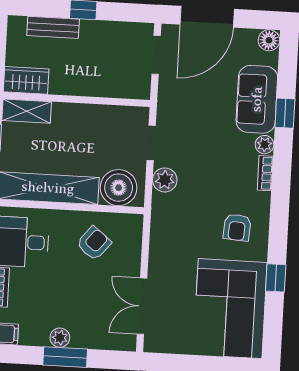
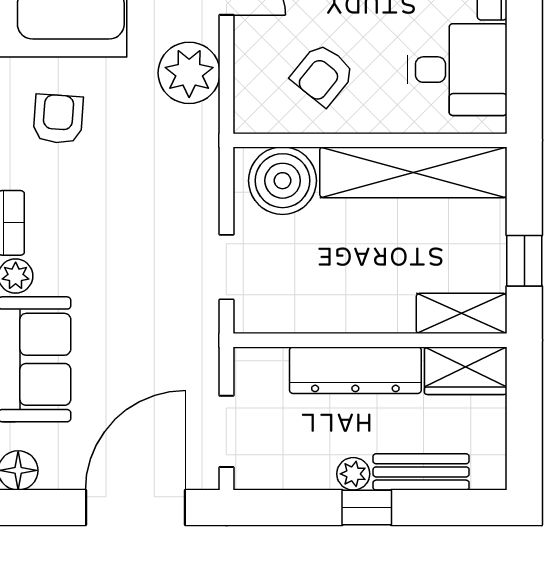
plant: (89, 28) -> (353, 474), added
dresser: (85, 84) -> (355, 370), added
plant: (165, 180) -> (189, 73), moved, width x1.36, depth x1.36

